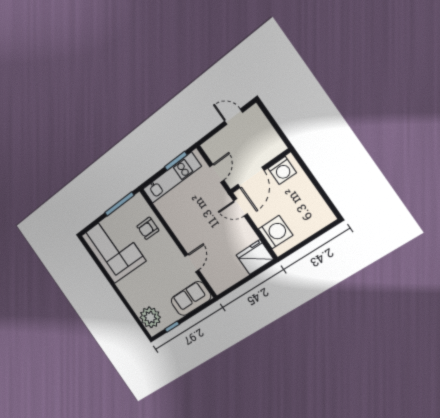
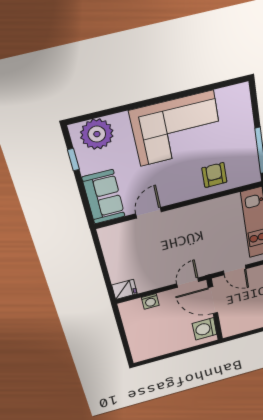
washing machine: (276, 232) -> (150, 301), width x0.53, depth x0.53
corner sofa: (113, 248) -> (176, 129), moved
fridge: (255, 257) -> (124, 289), width x0.53, depth x0.75
door: (192, 263) -> (149, 213), swing flipped

